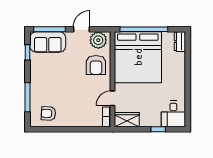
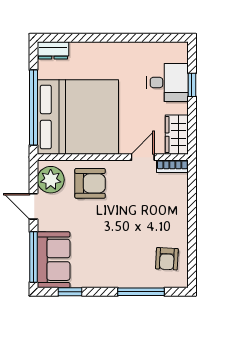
door: (113, 98) -> (143, 157), swing flipped
desk: (173, 114) -> (168, 82), moved

